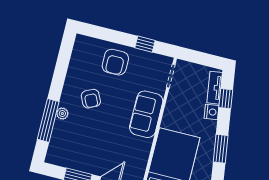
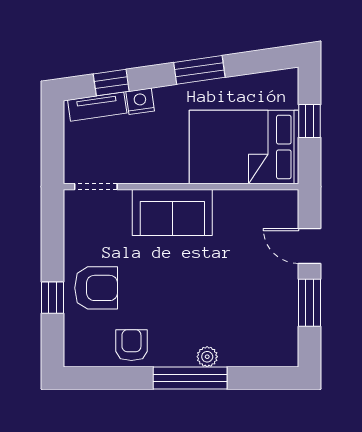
window: (145, 44) -> (52, 298), moved
armchair: (91, 99) -> (131, 345), moved, turned -64
window: (48, 120) -> (190, 378), moved

